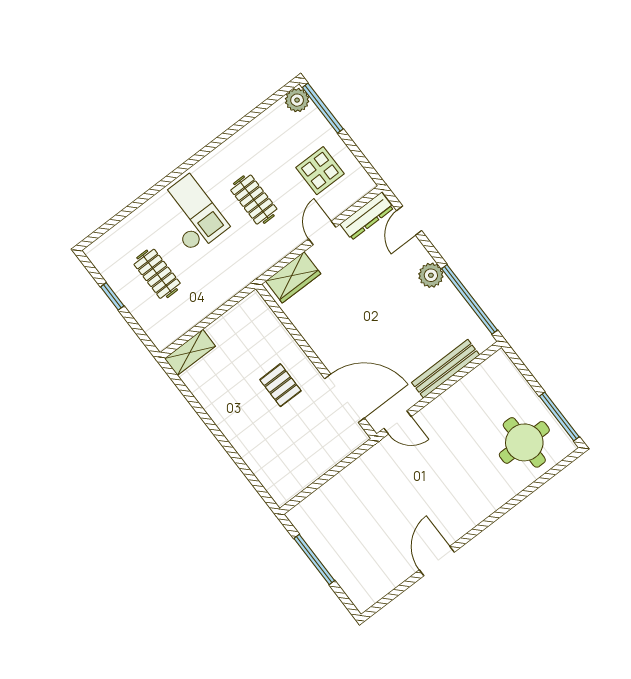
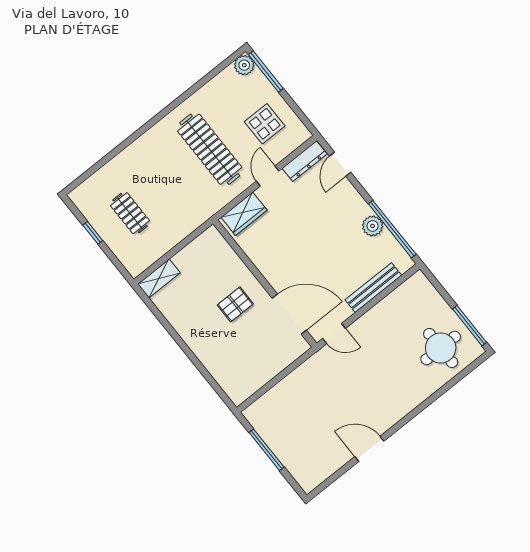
clothes rail: (254, 200) -> (210, 149), width x1.86, depth x1.31
checkout: (191, 214) -> (157, 163), removed
plant: (431, 275) -> (373, 226), moved
pallet: (280, 385) -> (235, 304), turned 90
door: (437, 561) -> (369, 449), hinge flipped

